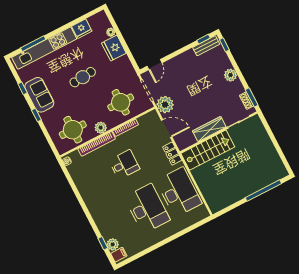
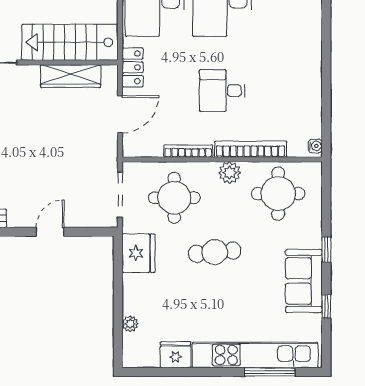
fridge: (114, 48) -> (139, 253), moved
door: (154, 65) -> (50, 232), moved
cafe table: (83, 77) -> (215, 252), moved
plant: (165, 105) -> (102, 156), removed
door: (167, 128) -> (120, 114), swing flipped
wardrobe: (209, 129) -> (71, 76), moved

